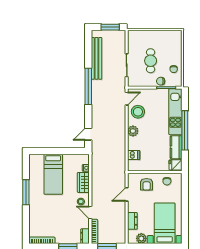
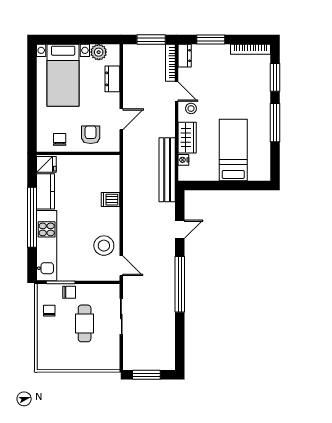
bench: (97, 58) -> (167, 170), moved
door: (127, 99) -> (121, 266), swing flipped
plant: (133, 131) -> (112, 216), removed
door: (88, 134) -> (180, 229), moved
dishwasher: (134, 155) -> (111, 200), moved
window: (26, 222) -> (275, 77), added

